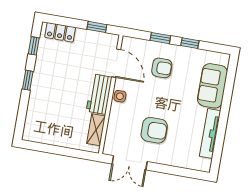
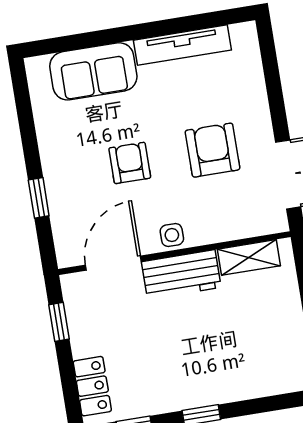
window: (190, 43) -> (29, 140), removed
armchair: (162, 68) -> (130, 163), moved

